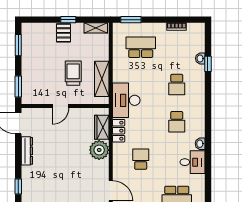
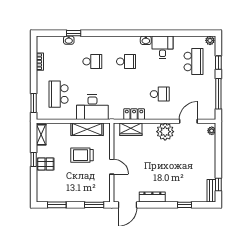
desk: (126, 100) -> (92, 107), moved
plant: (99, 150) -> (165, 132), moved
school desk: (141, 159) -> (160, 94), turned 180

